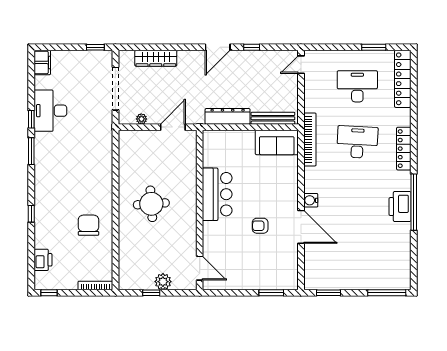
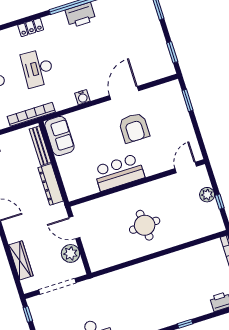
plant: (141, 119) -> (70, 253), width x1.87, depth x1.87
bookcase: (310, 139) -> (31, 114), moved
locker: (404, 149) -> (31, 27), width x0.66
water cooler: (311, 200) -> (82, 97), moved
chair: (88, 225) -> (179, 272), removed
armchair: (260, 226) -> (134, 128), width x1.88, depth x1.88

